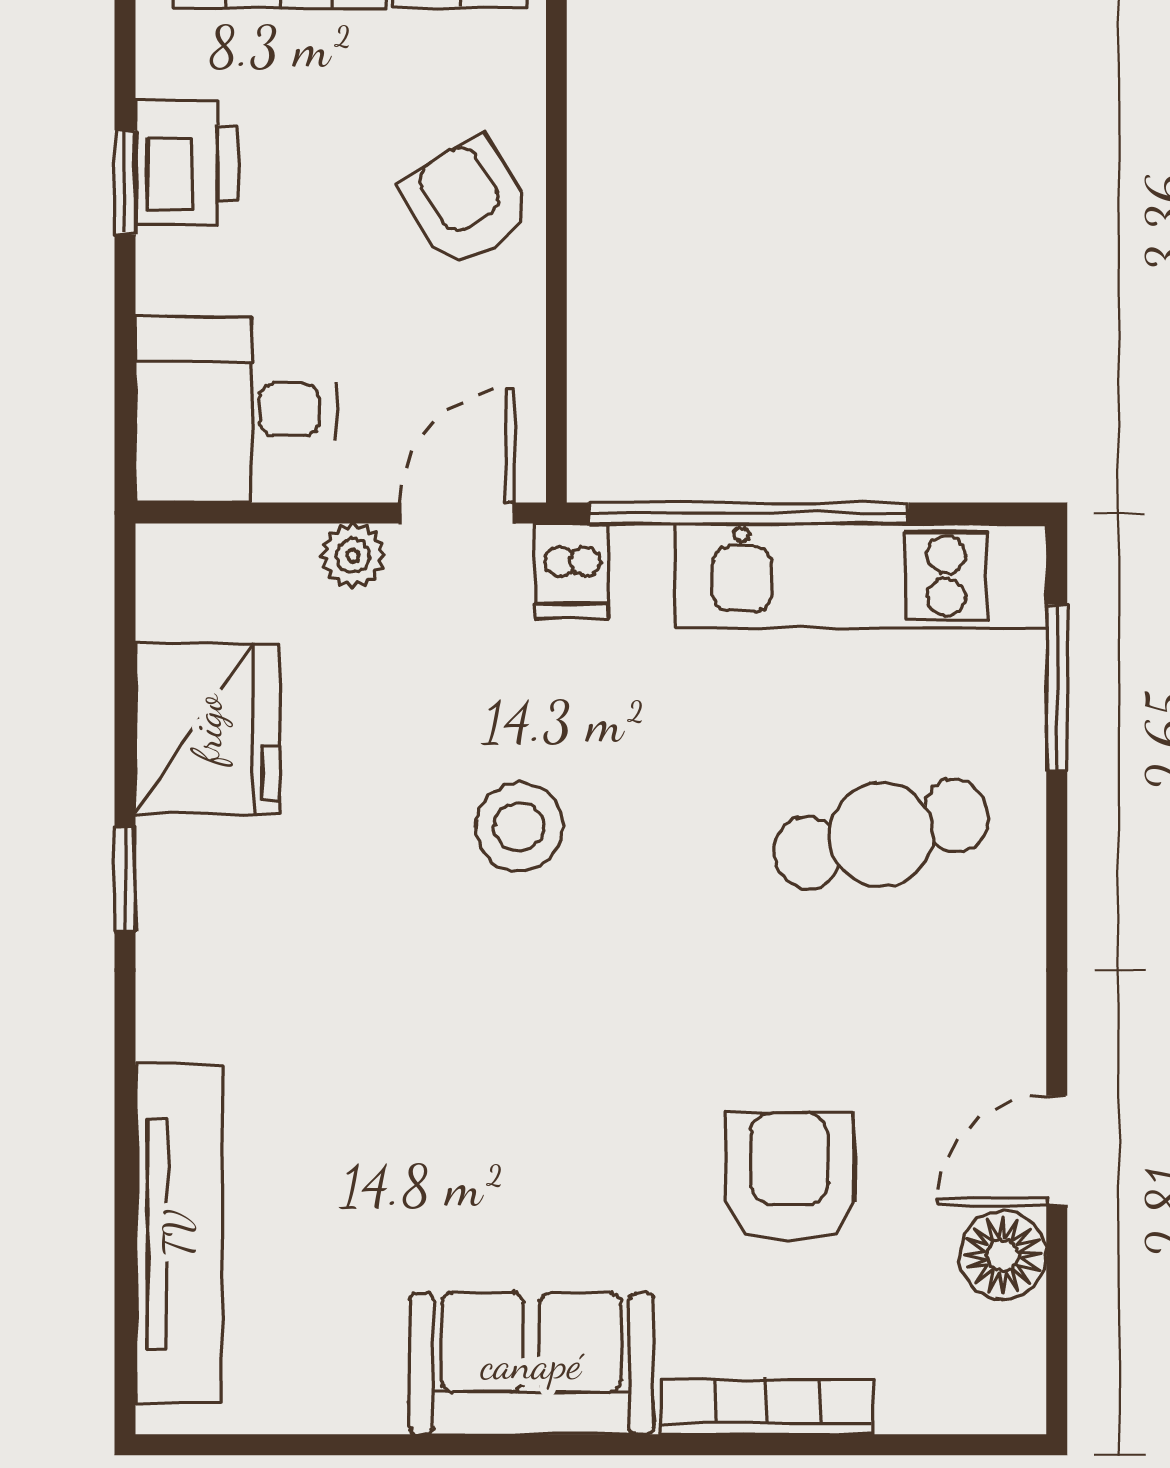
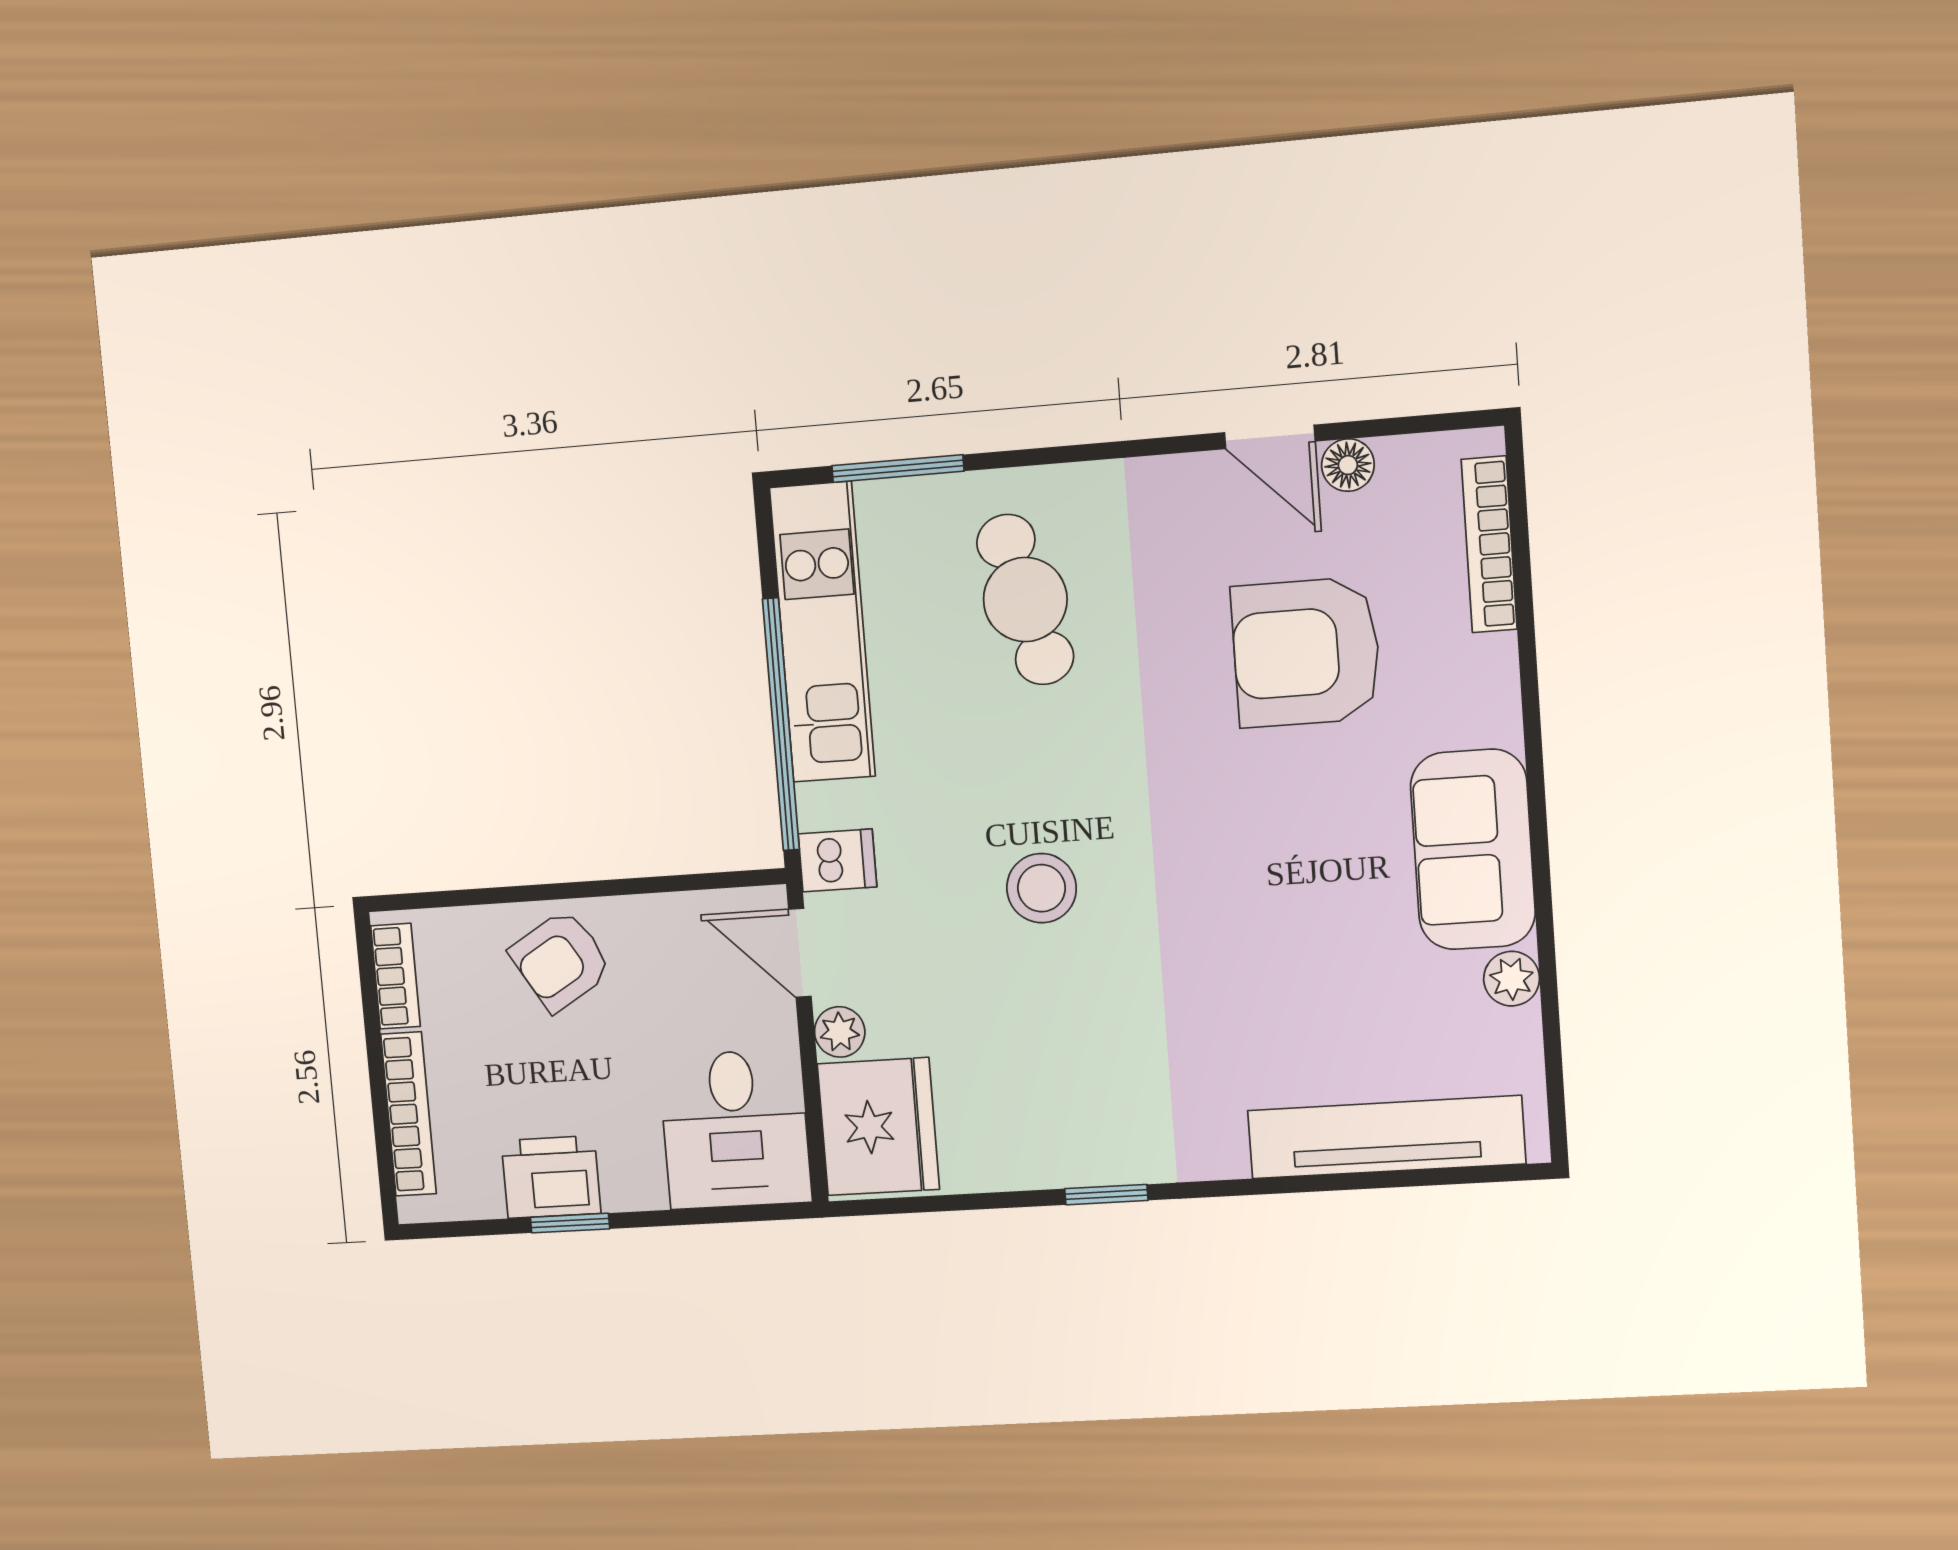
fridge: (207, 729) -> (878, 1127), moved, turned 90
armchair: (789, 1177) -> (1306, 652), width x1.36, depth x1.36
floor lamp: (1003, 1255) -> (1348, 465), width x0.73, depth x0.73
plant: (368, 1400) -> (1512, 979), added
bookcase: (767, 1407) -> (1489, 544), moved

